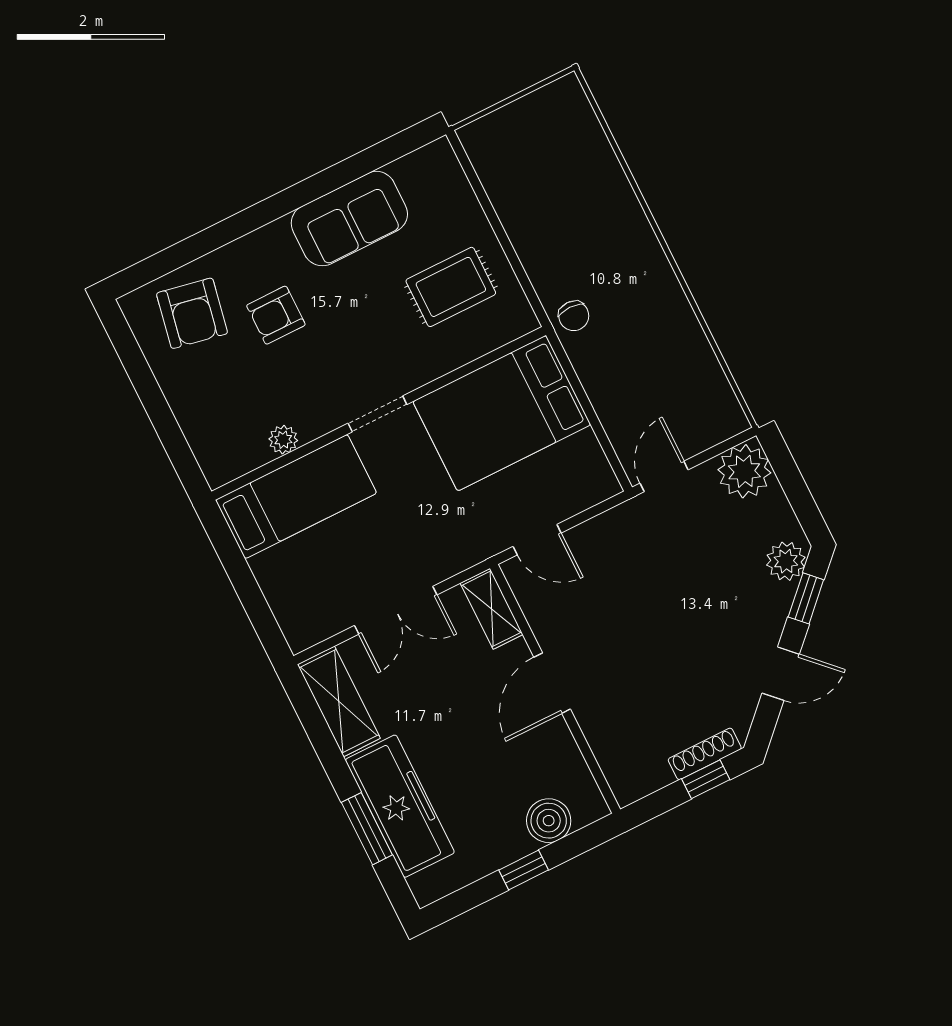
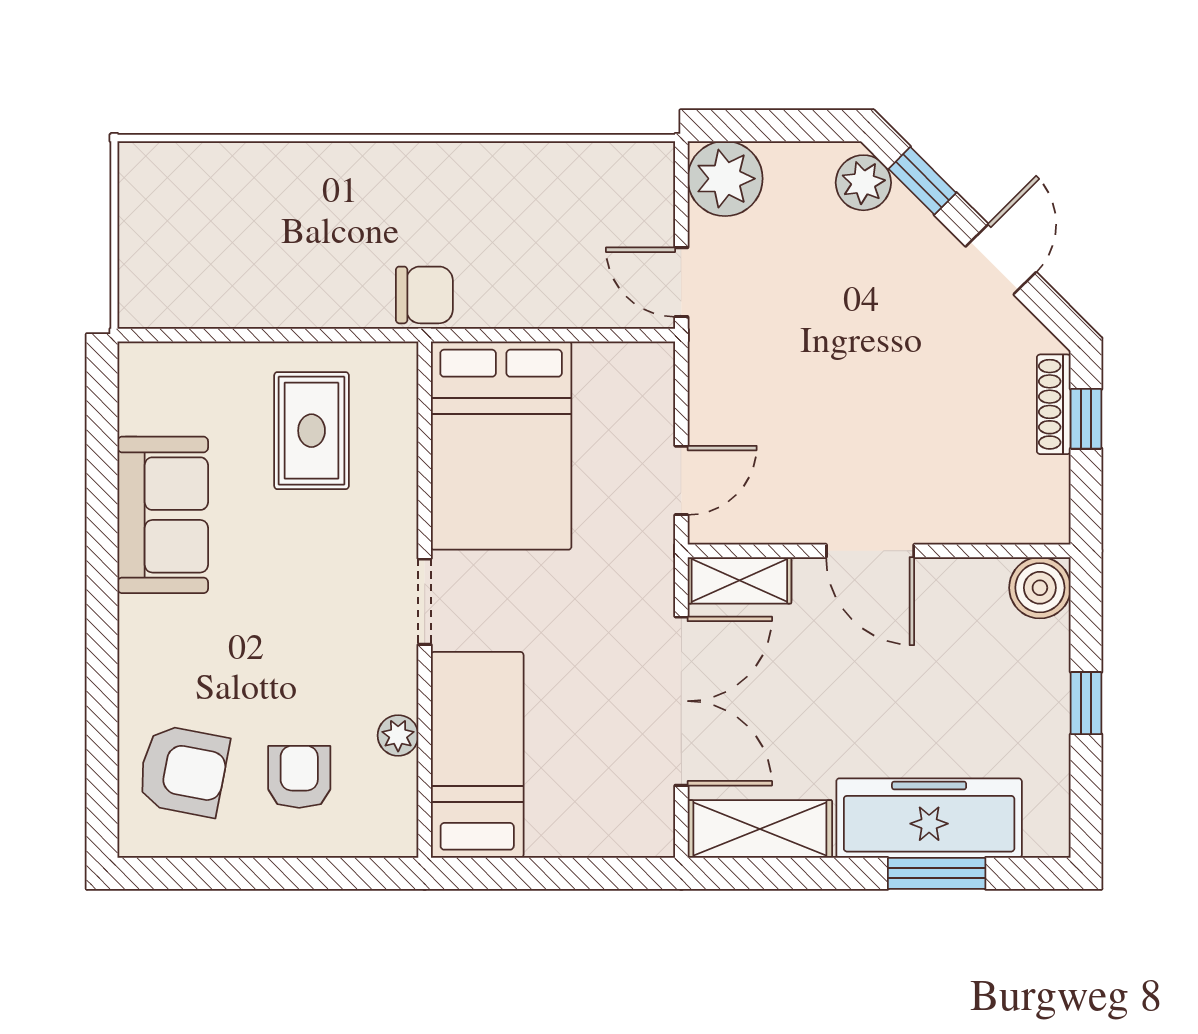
armchair: (276, 315) -> (299, 777), moved, turned 180
chair: (574, 316) -> (424, 295), width x1.37, depth x1.37
double door: (396, 610) -> (681, 701), width x1.37
boiler: (549, 821) -> (1040, 588), moved

